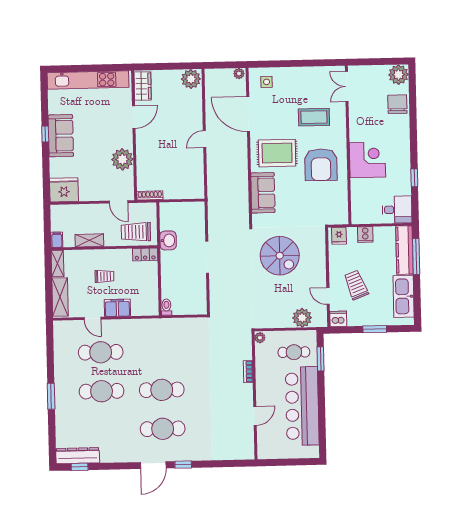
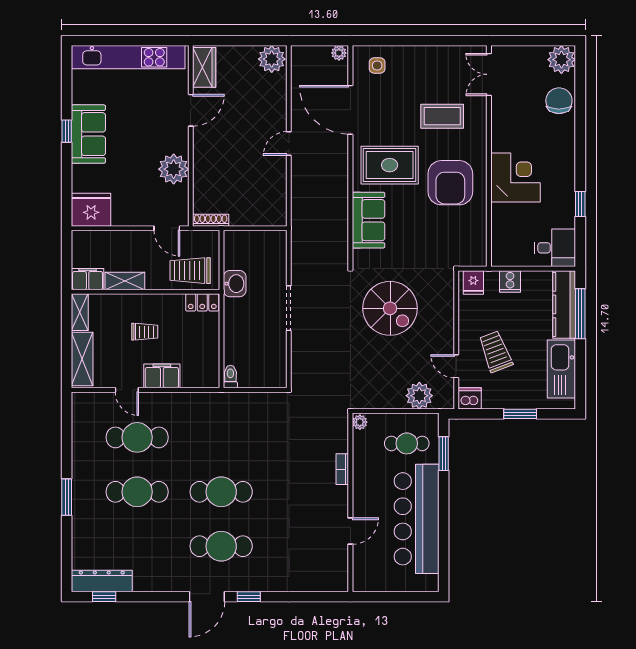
filing cabinet: (57, 240) -> (88, 279), width x2.00

